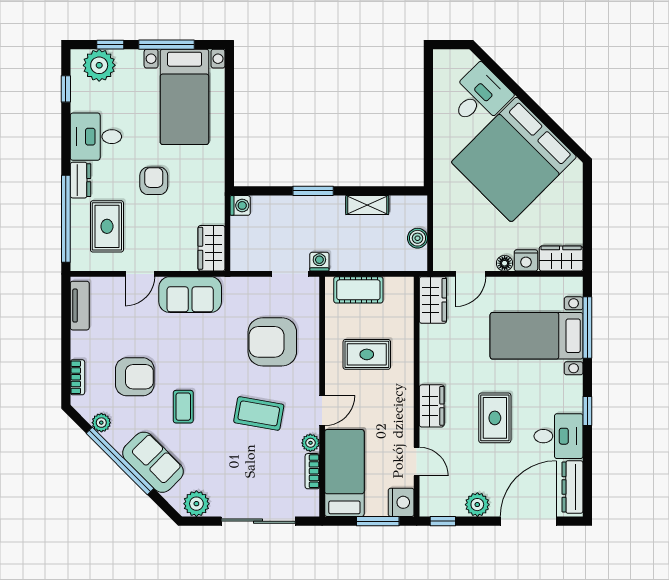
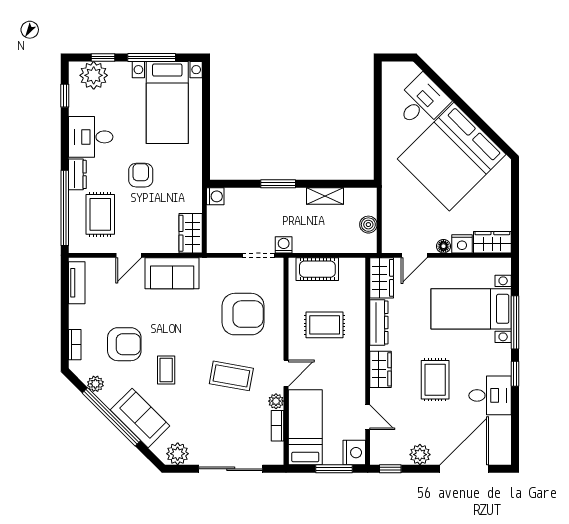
window: (587, 328) -> (515, 322), moved
armchair: (272, 342) -> (243, 314), turned 180
dresser: (572, 487) -> (379, 322), moved, turned 180

